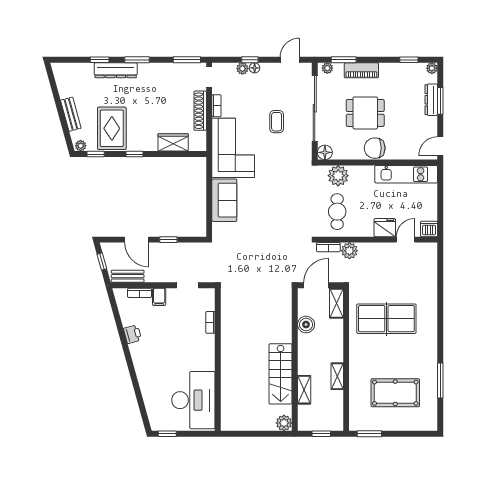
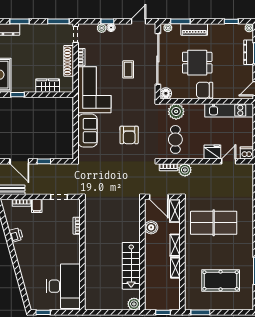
armchair: (278, 206) -> (129, 135), added
door: (316, 285) -> (159, 197), swing flipped
shelving: (304, 390) -> (175, 245), moved

